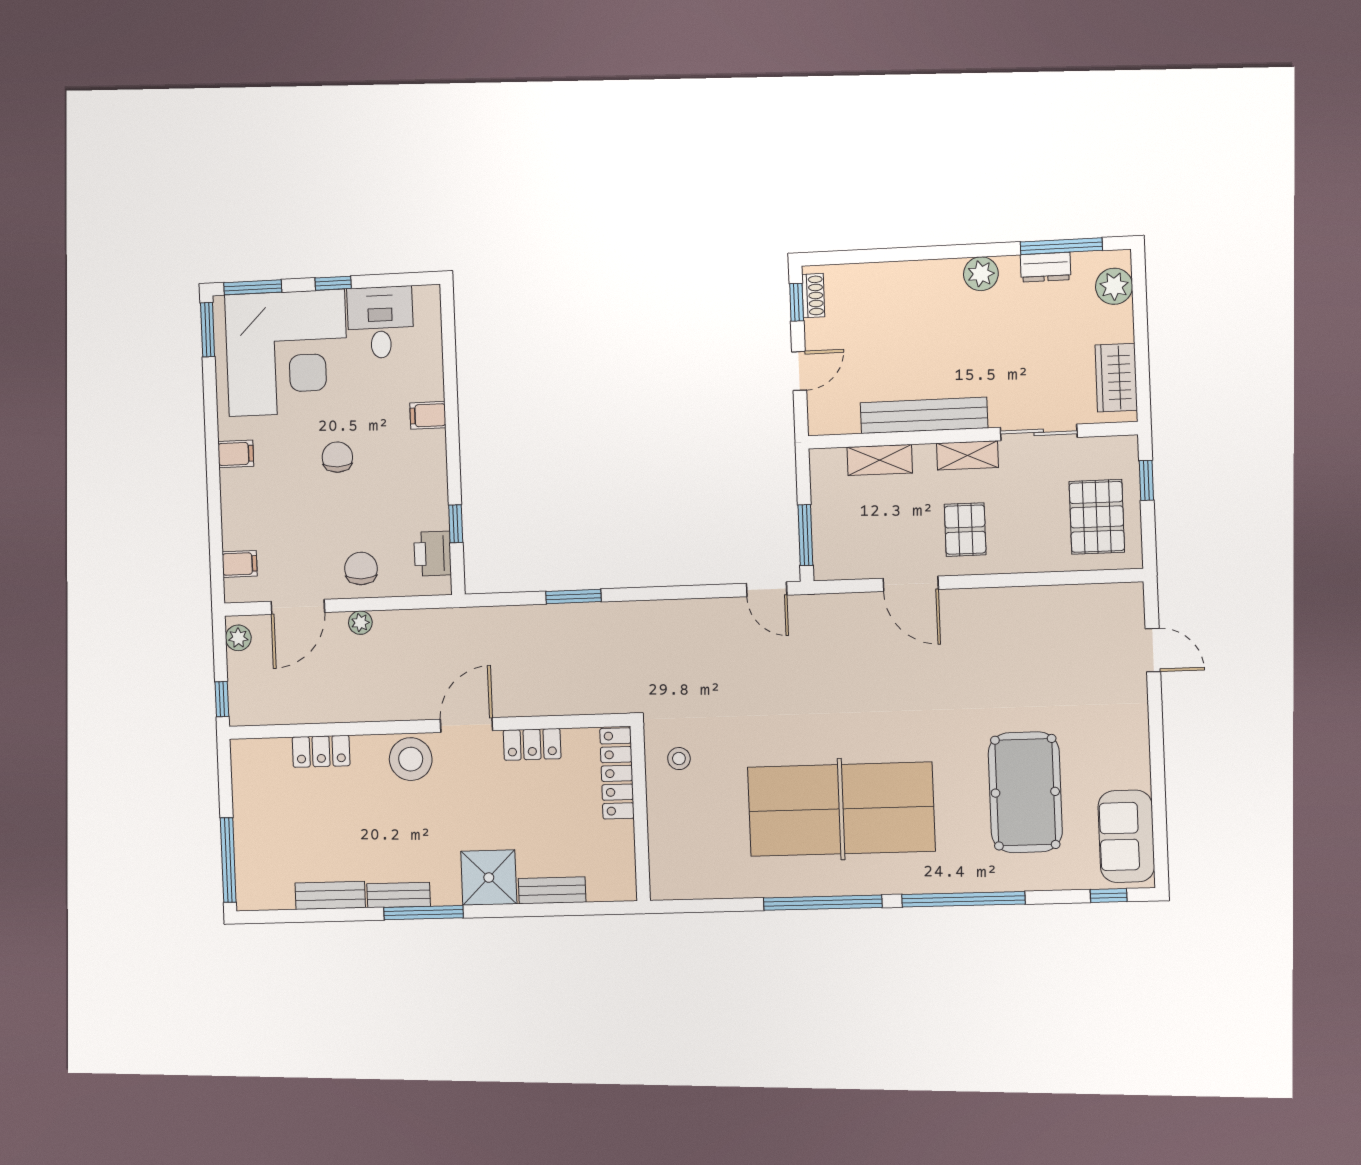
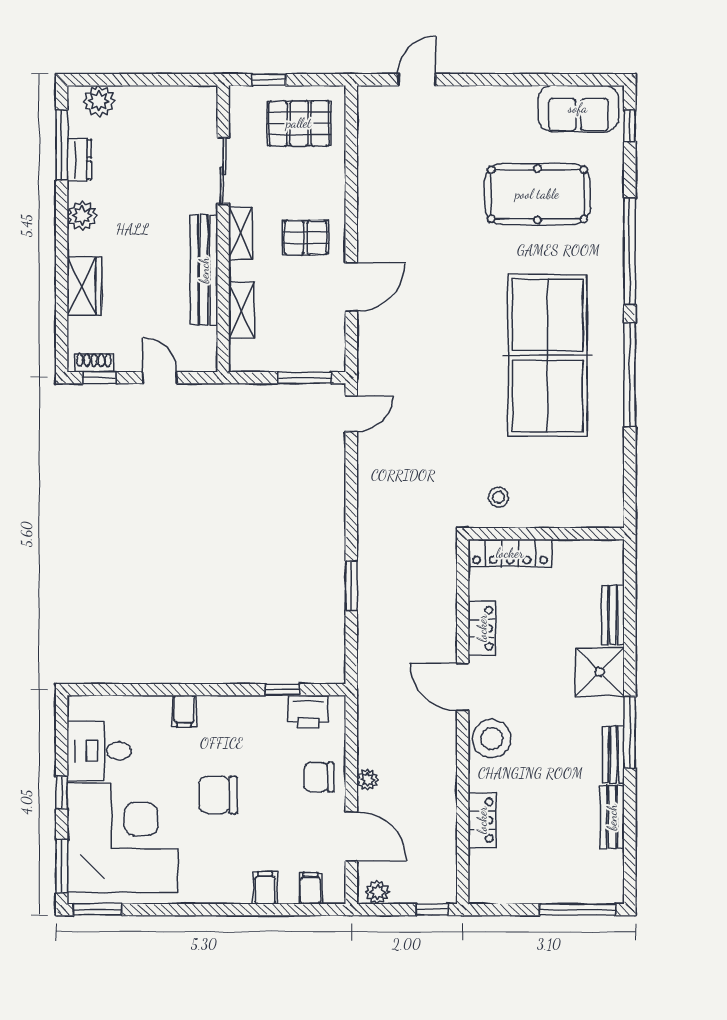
wardrobe: (1116, 378) -> (84, 286), moved, turned -90
filing cabinet: (236, 454) -> (265, 888), moved
chair: (337, 457) -> (218, 795), width x1.37, depth x1.37

